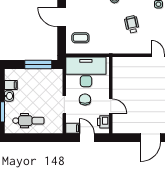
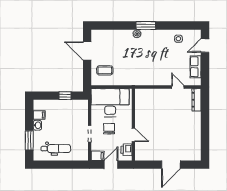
wheelchair: (132, 24) -> (153, 58), removed
window: (38, 64) -> (65, 96), width x0.46
door: (87, 138) -> (111, 165), hinge flipped

